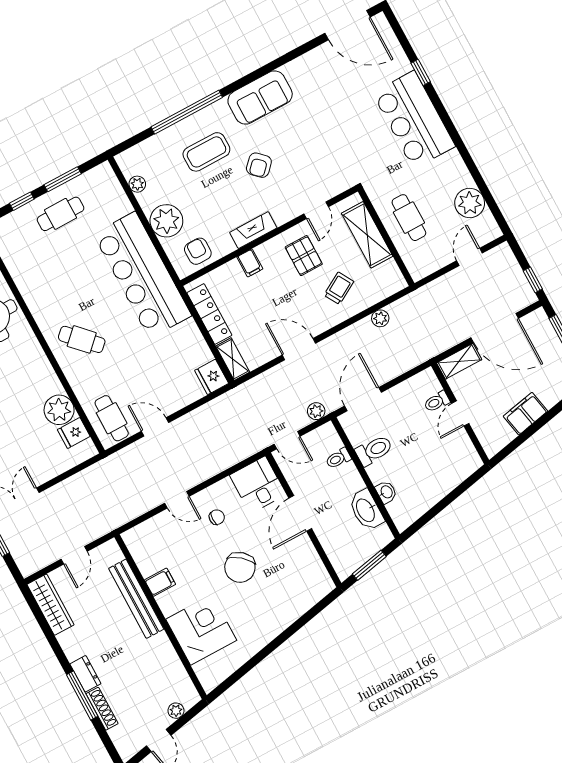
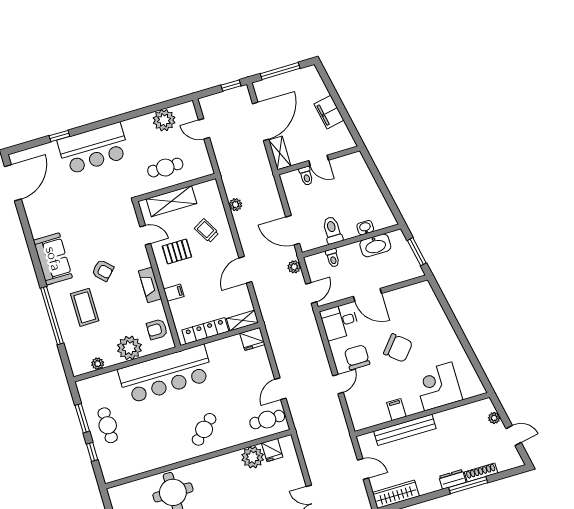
chair: (217, 517) -> (357, 357), width x1.87, depth x1.87

